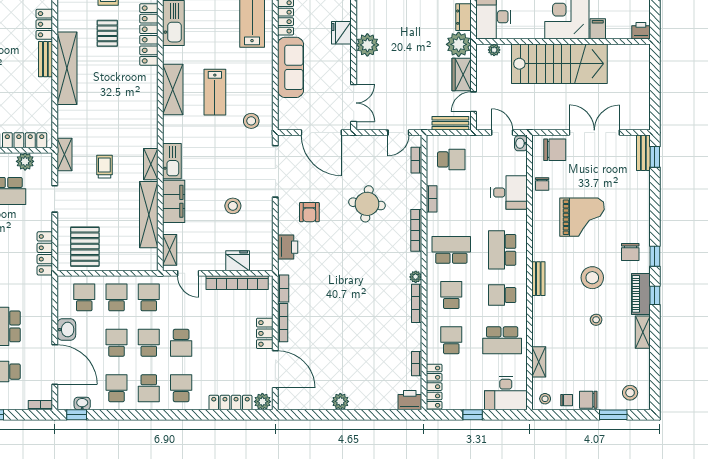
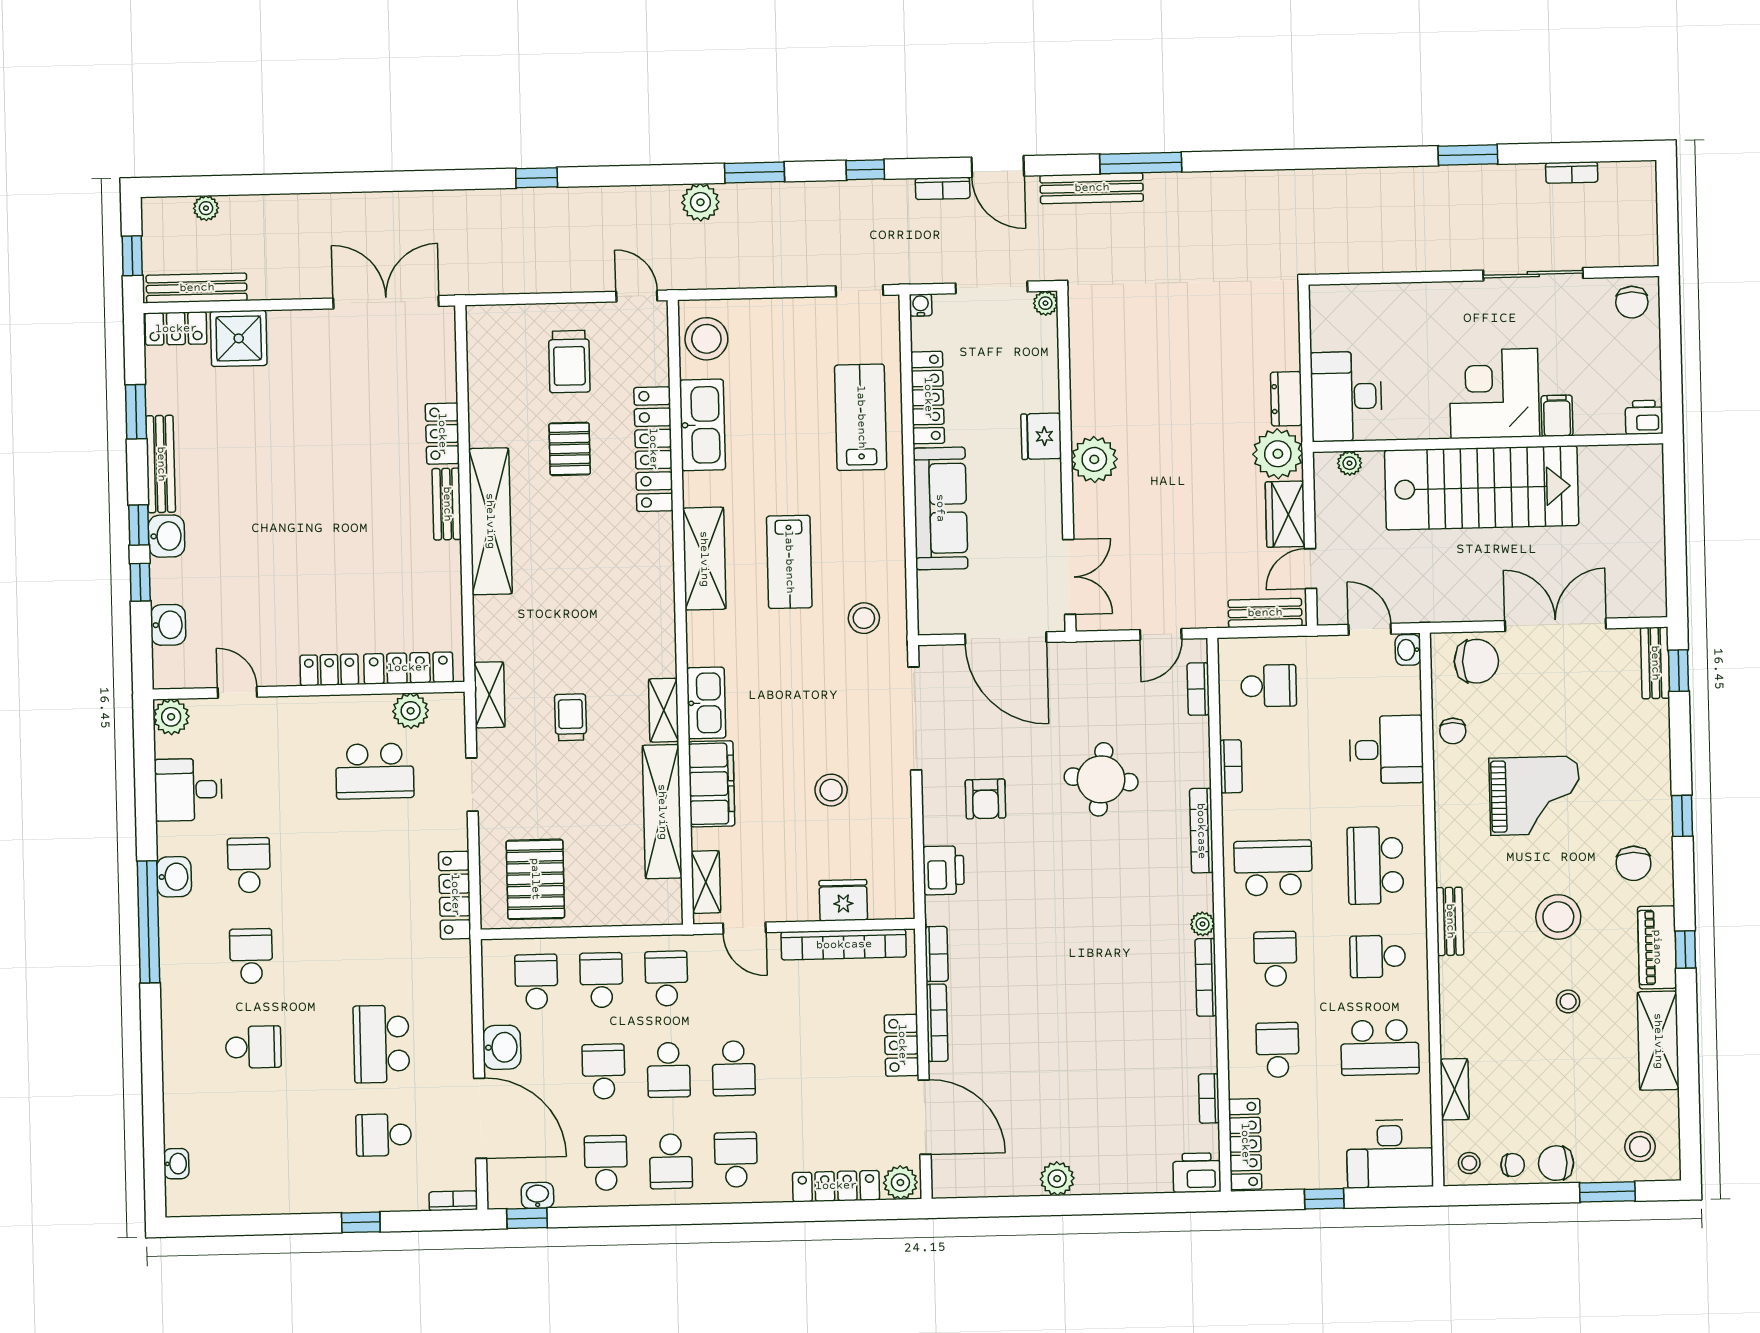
window: (655, 256) -> (1682, 816), moved
shelving: (643, 332) -> (1658, 1041), width x1.50, depth x1.33
school desk: (149, 343) -> (669, 1070), turned 180

